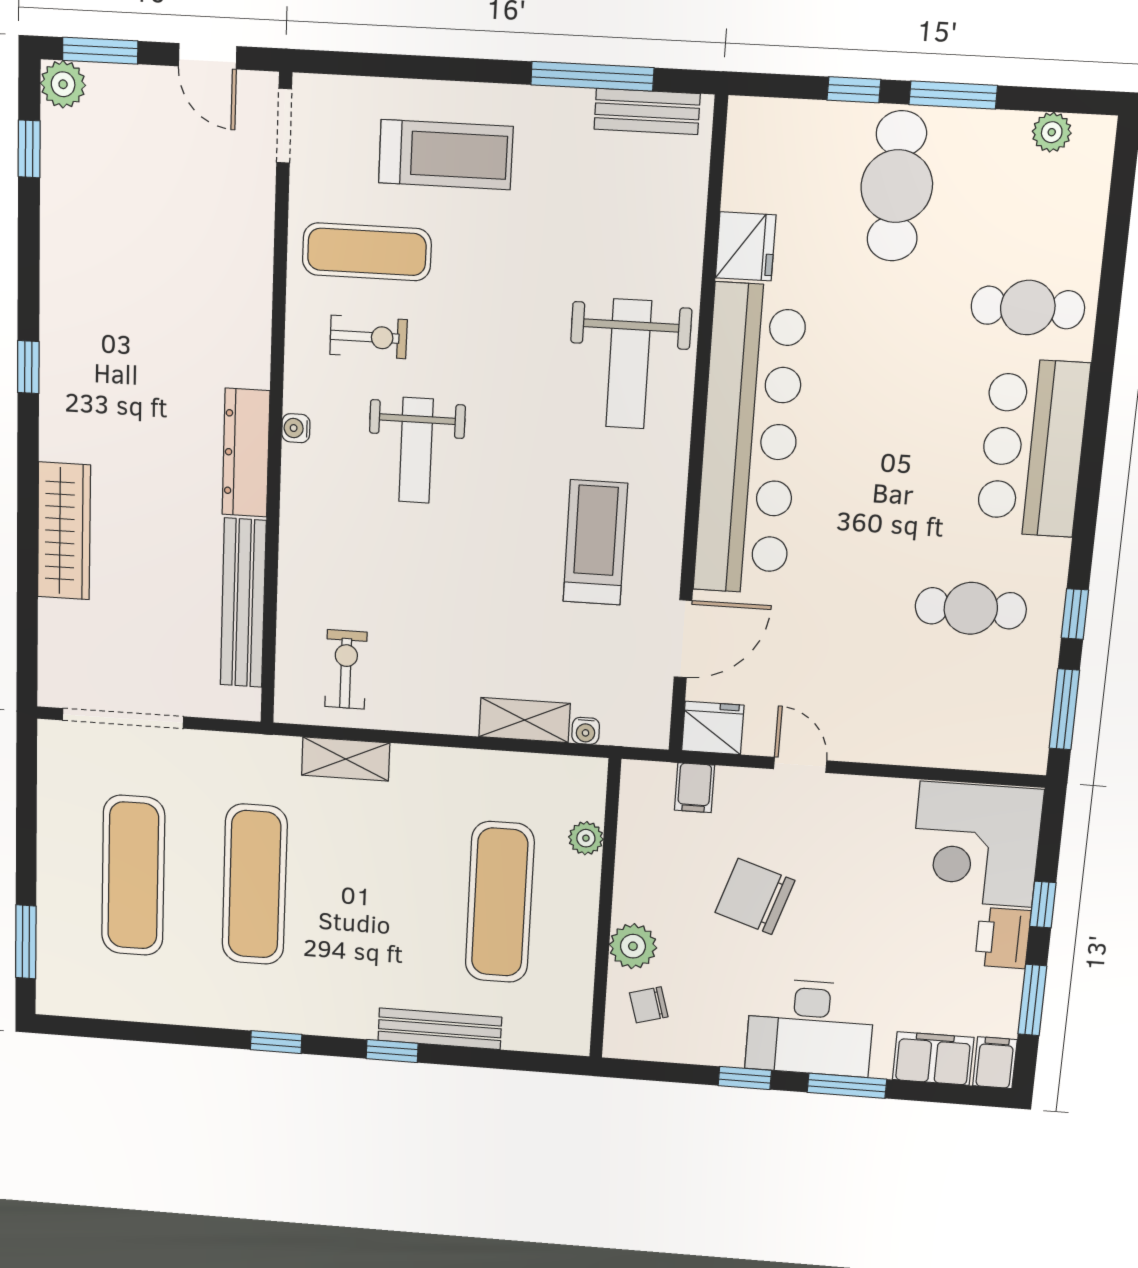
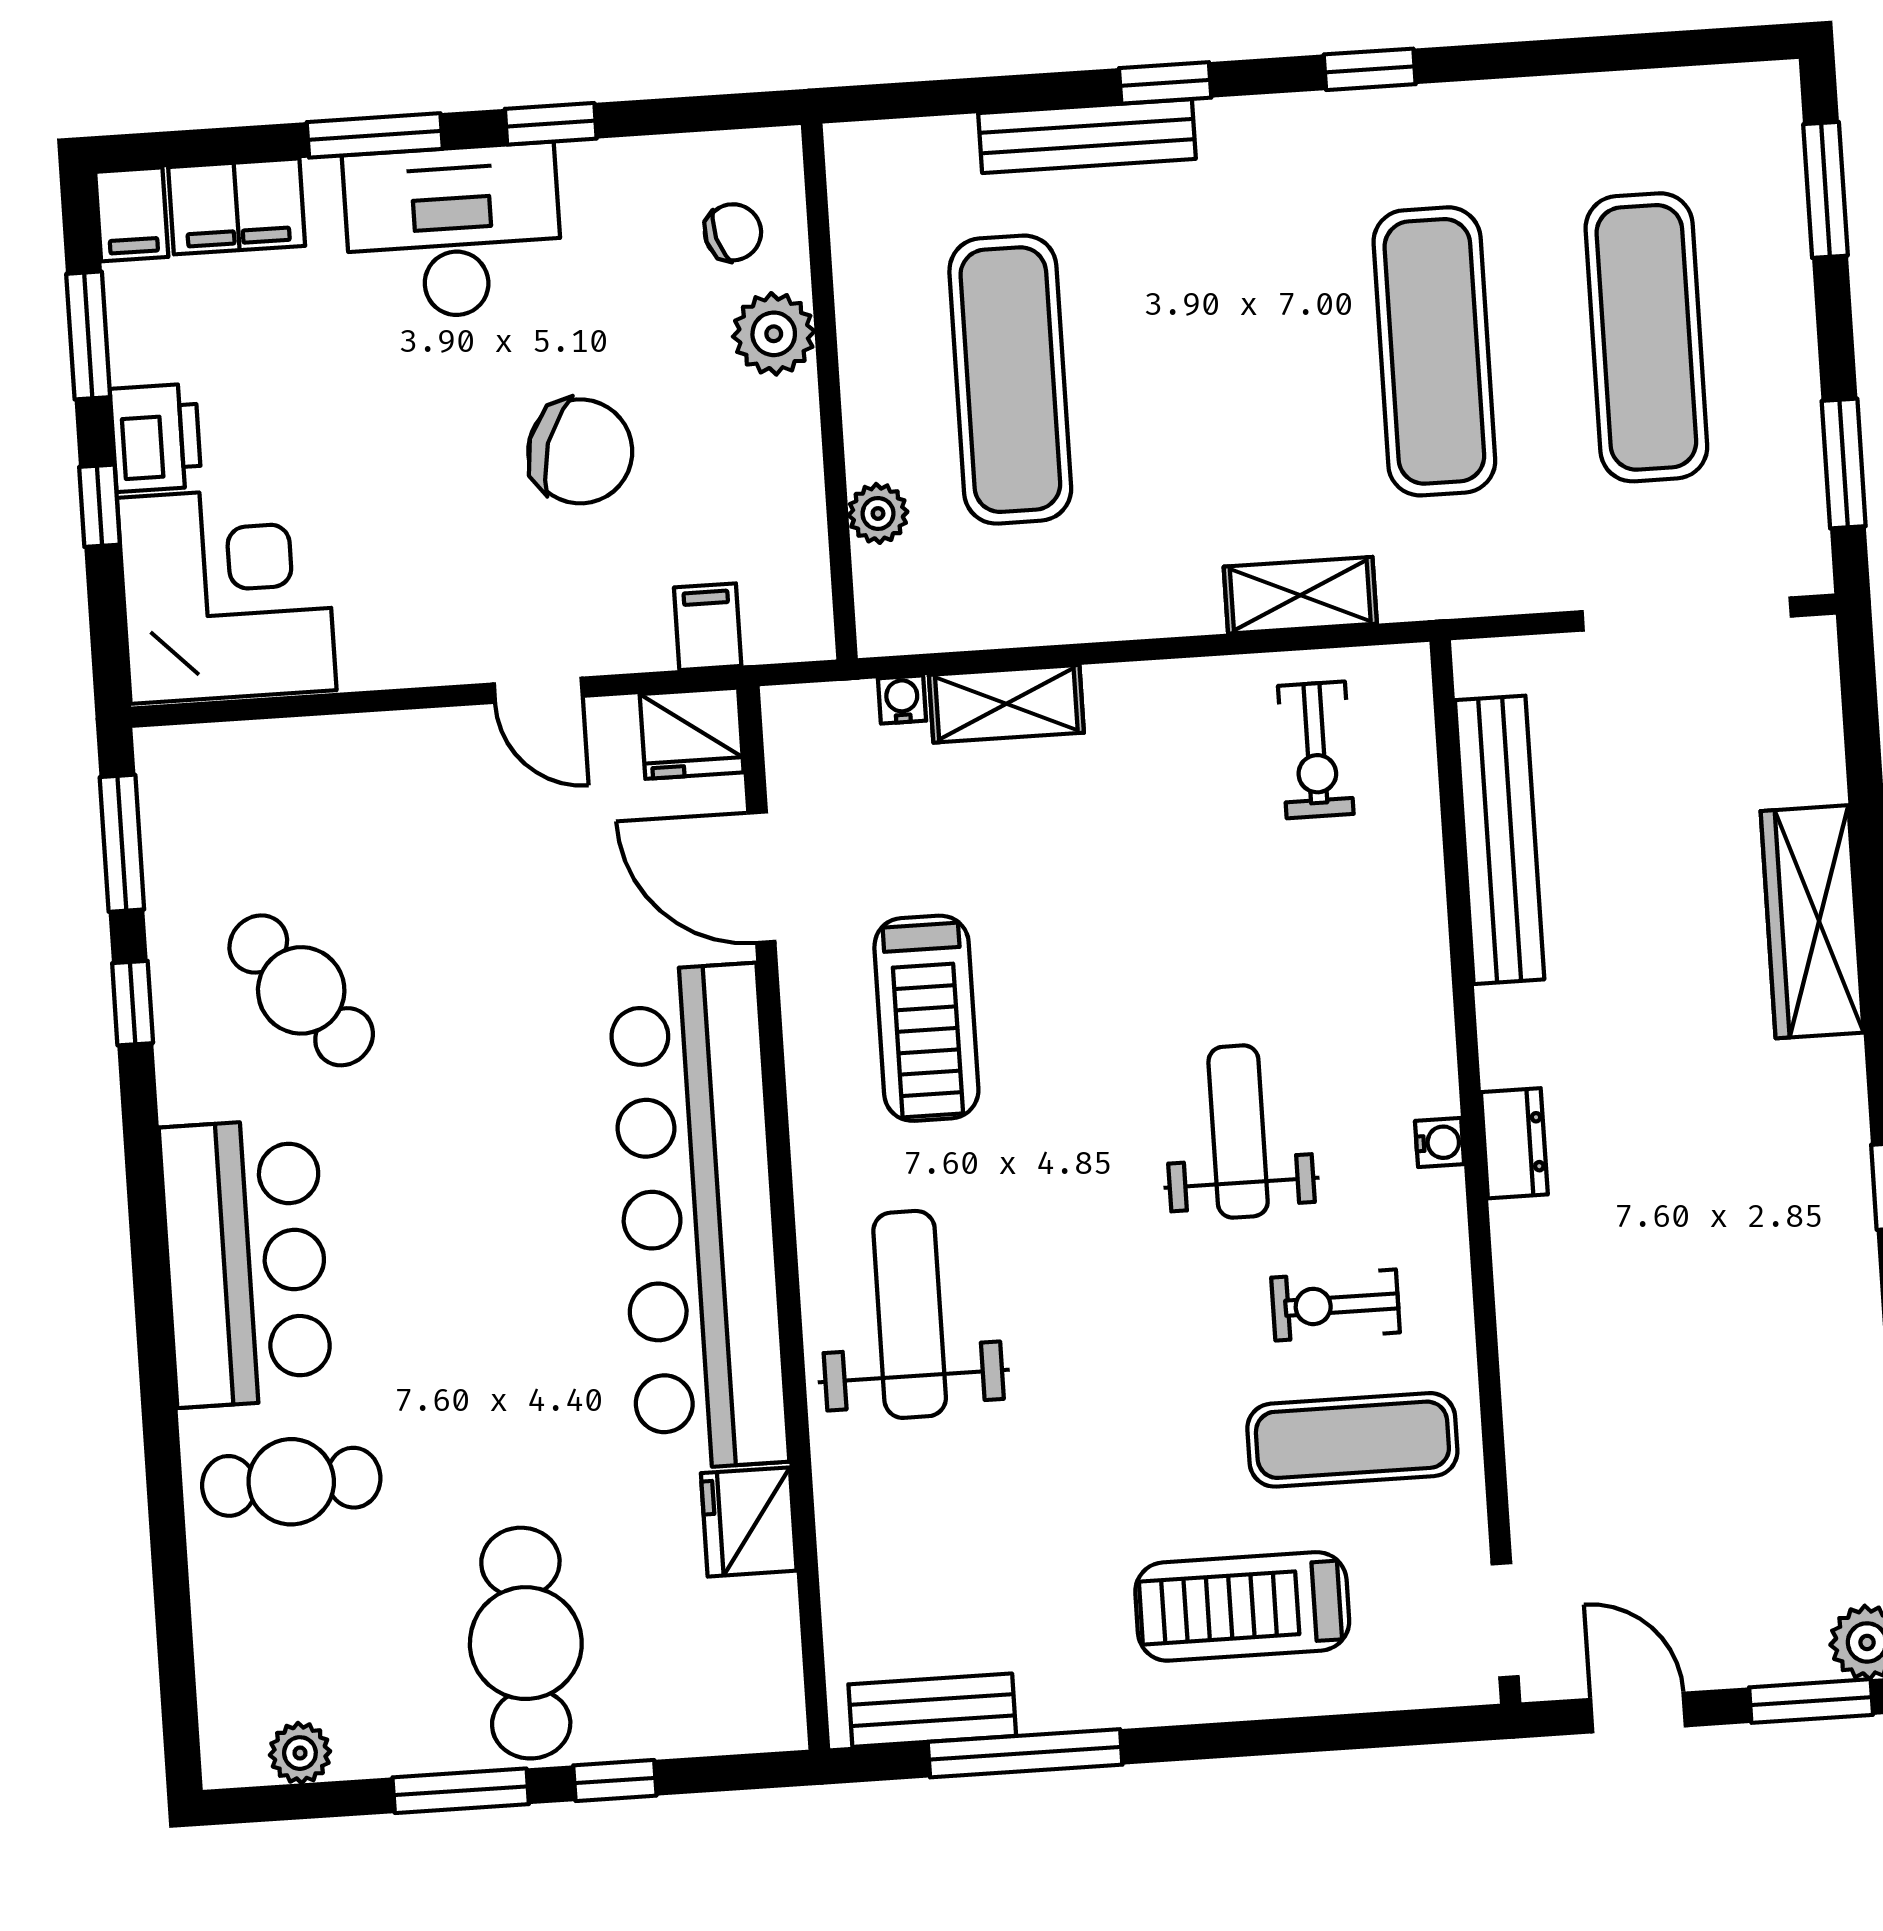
dresser: (246, 453) -> (1514, 1143), width x0.51, depth x0.80
cafe table: (971, 608) -> (301, 990), turned 51
door: (683, 639) -> (761, 877), hinge flipped
window: (26, 791) -> (1844, 464), added

